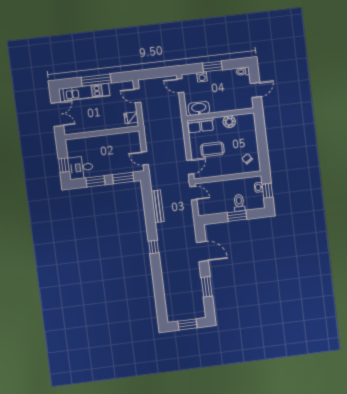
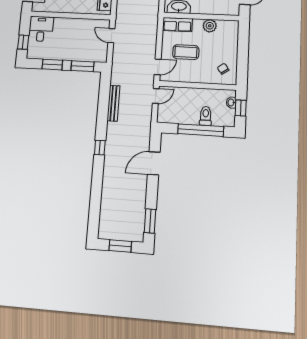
door: (145, 158) -> (111, 36), moved
desk: (81, 168) -> (41, 29), moved, turned 90
door: (193, 193) -> (156, 96), hinge flipped
window: (237, 216) -> (201, 130), width x2.11
door: (202, 251) -> (154, 163), swing flipped
window: (207, 287) -> (150, 221), moved

